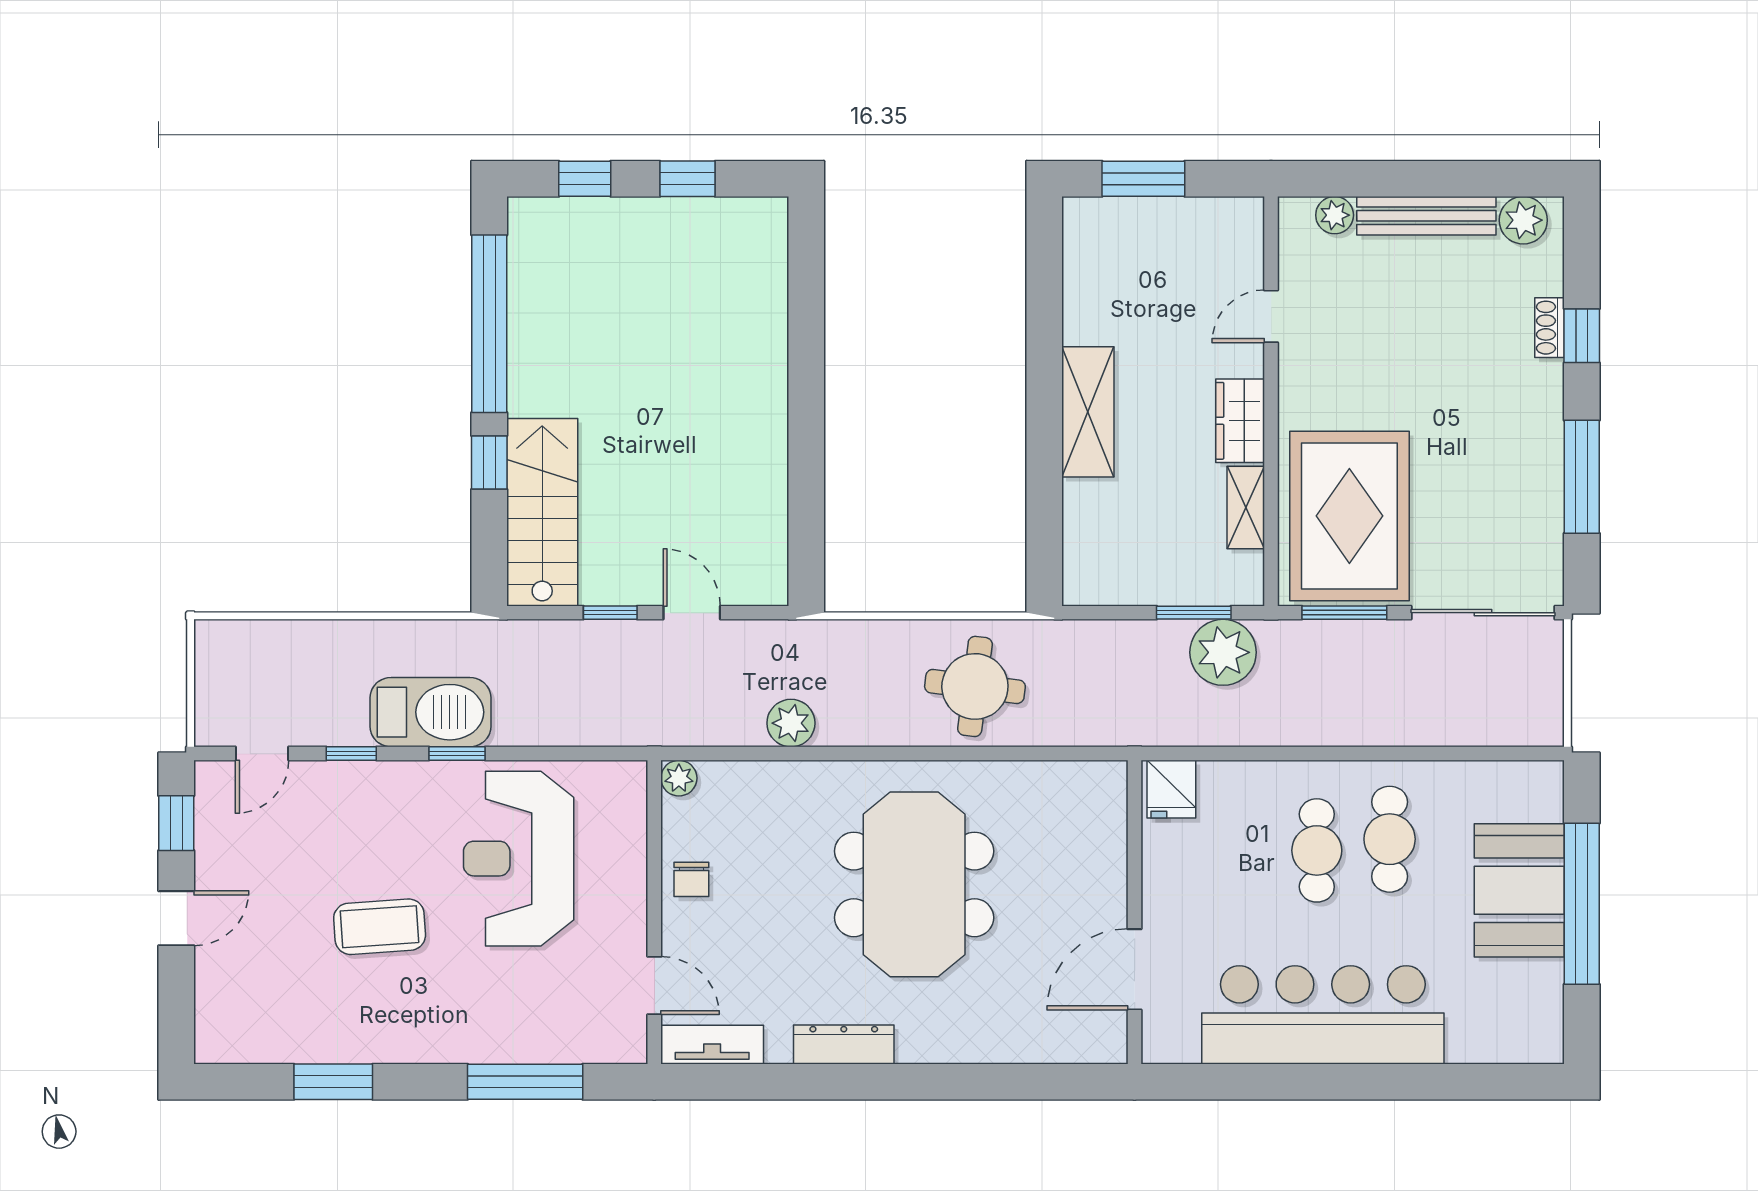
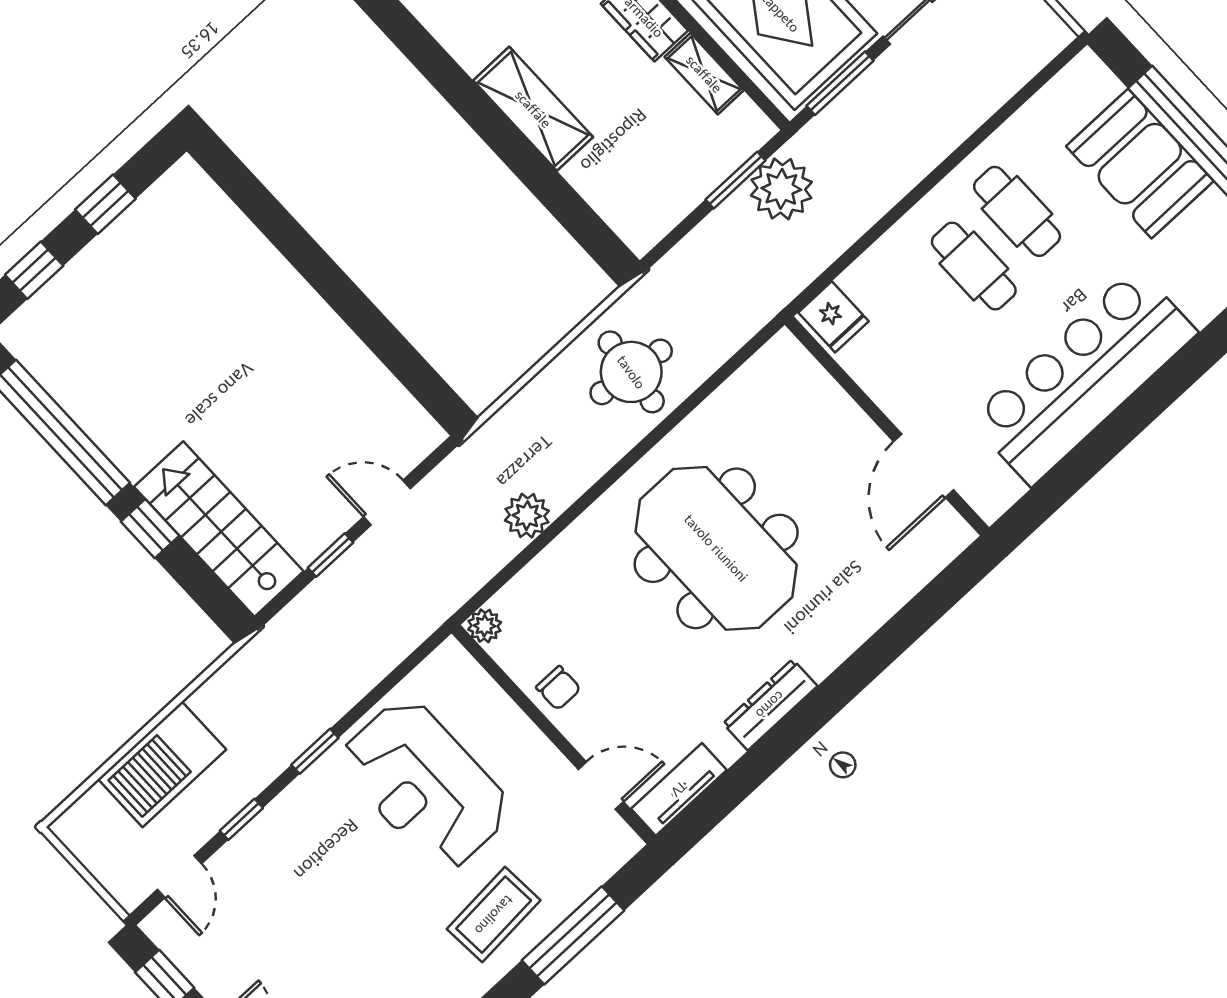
barbecue: (430, 712) -> (162, 764), moved, turned 180
coffee table: (380, 927) -> (494, 915), moved

